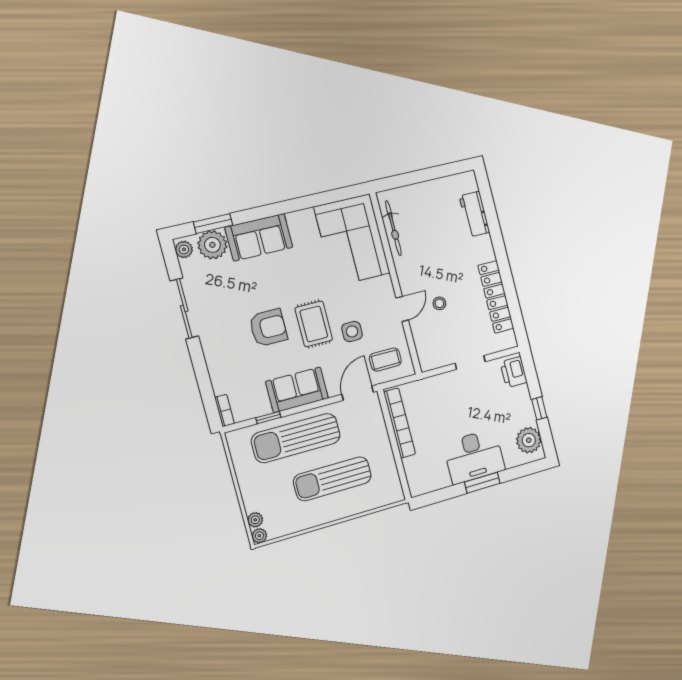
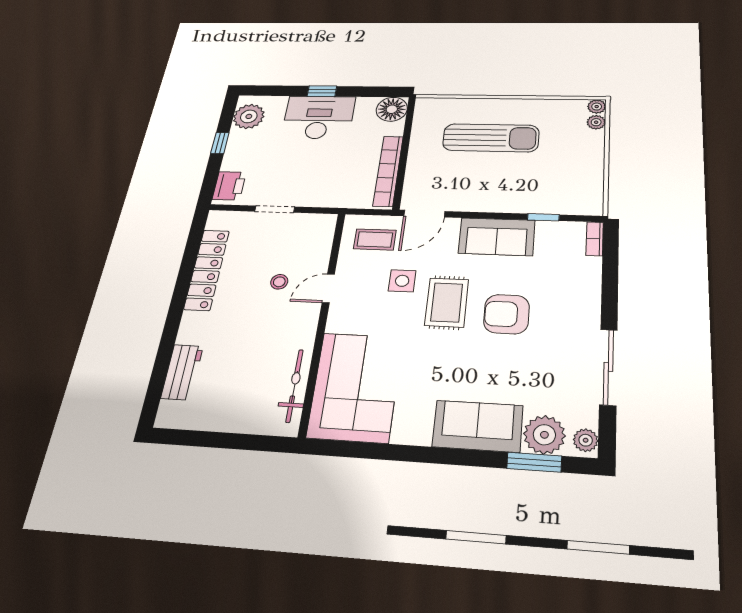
sun lounger: (296, 438) -> (518, 188), removed
floor lamp: (420, 482) -> (392, 109), added
window: (482, 483) -> (322, 91), width x0.67

